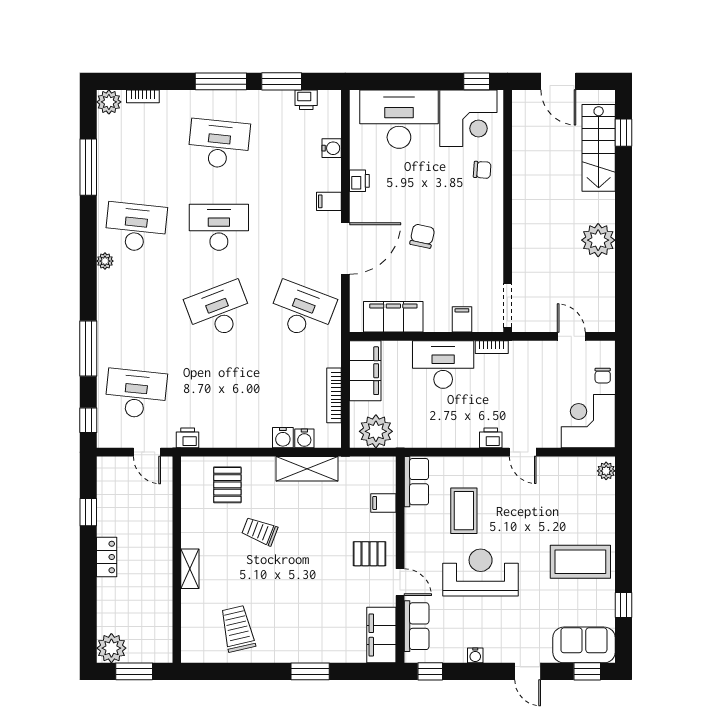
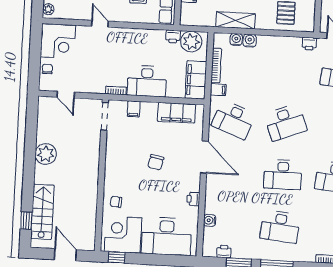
filing cabinet: (329, 201) -> (218, 90), moved
door: (345, 249) -> (204, 157), swing flipped
printer: (491, 438) -> (173, 36), moved

